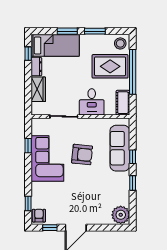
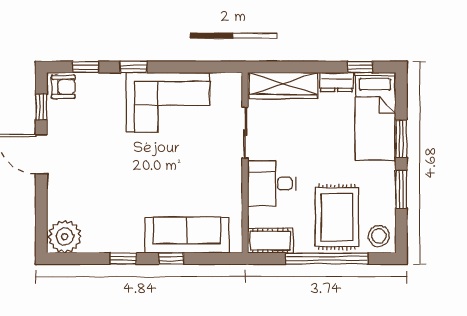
wardrobe: (38, 89) -> (283, 86), width x1.50
window: (28, 146) -> (133, 67), moved
armchair: (82, 155) -> (175, 166), removed

